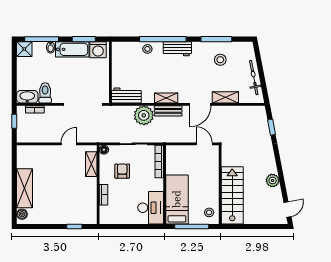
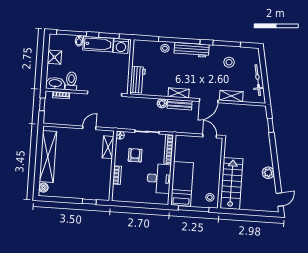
shower: (24, 49) -> (54, 57), moved
workbench: (177, 49) -> (192, 50), width x1.38
workbench: (126, 96) -> (138, 80), moved, turned 90
plant: (144, 115) -> (162, 103), width x0.53, depth x0.53
shelving: (25, 188) -> (48, 157), width x1.47
desk: (151, 208) -> (159, 178), moved

